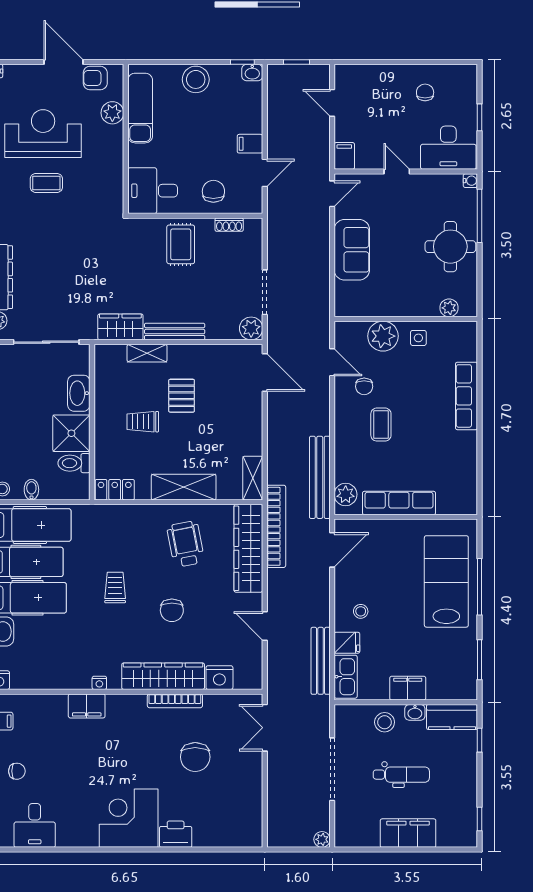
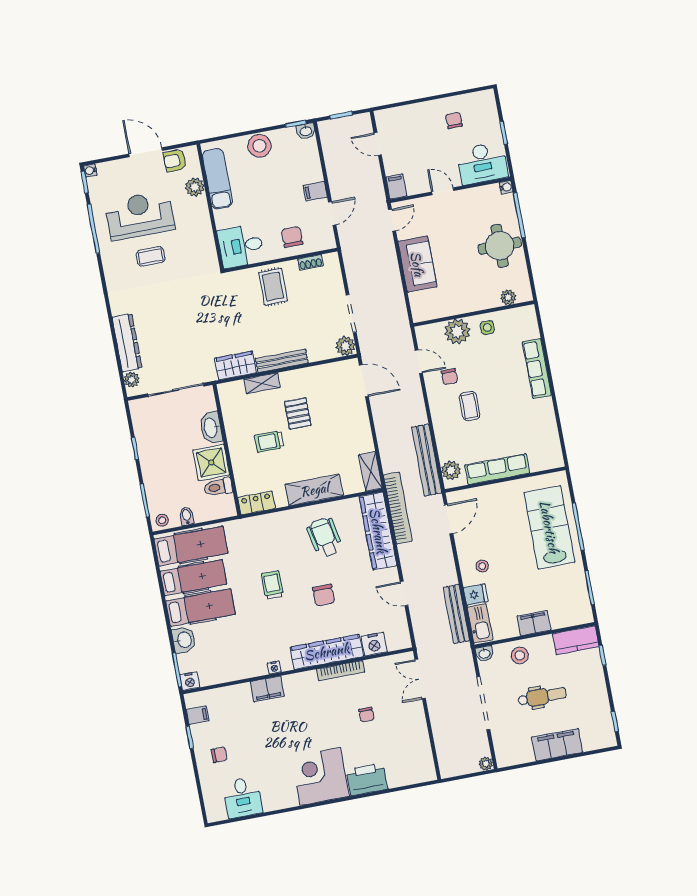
washbasin: (415, 712) -> (484, 653), moved
chair: (195, 757) -> (366, 715), width x0.54, depth x0.54
printer: (176, 834) -> (367, 779), width x1.37, depth x1.19

